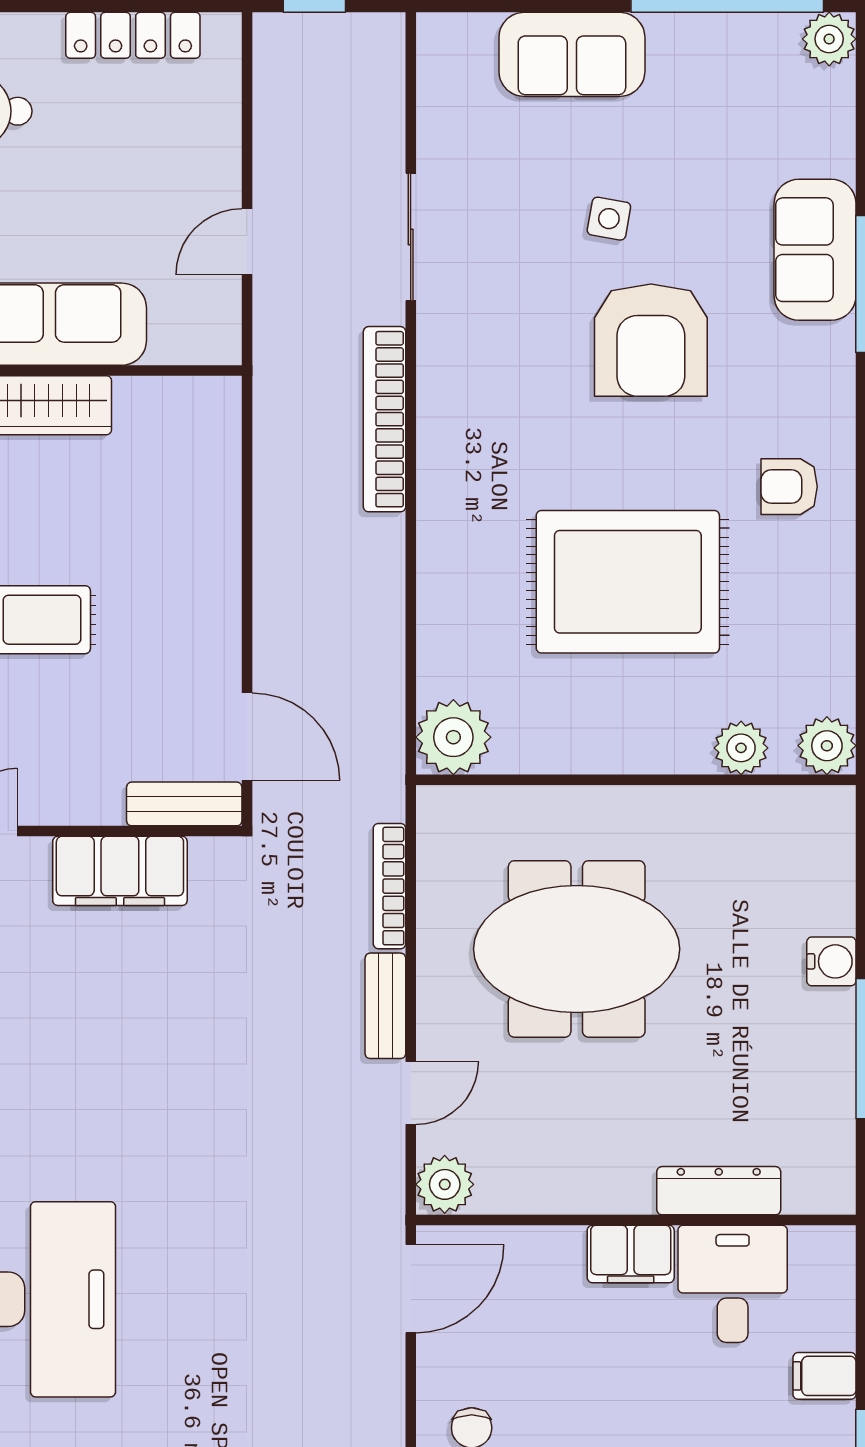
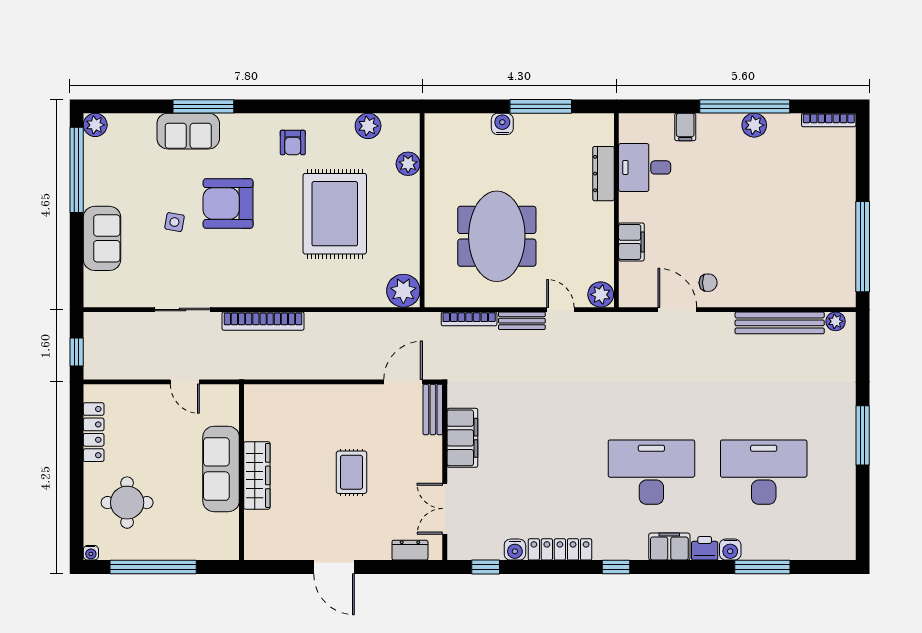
armchair: (651, 340) -> (228, 204), turned 180
plant: (827, 746) -> (368, 126), moved
filing cabinet: (631, 1254) -> (631, 242), moved
door: (411, 1289) -> (677, 310), moved

